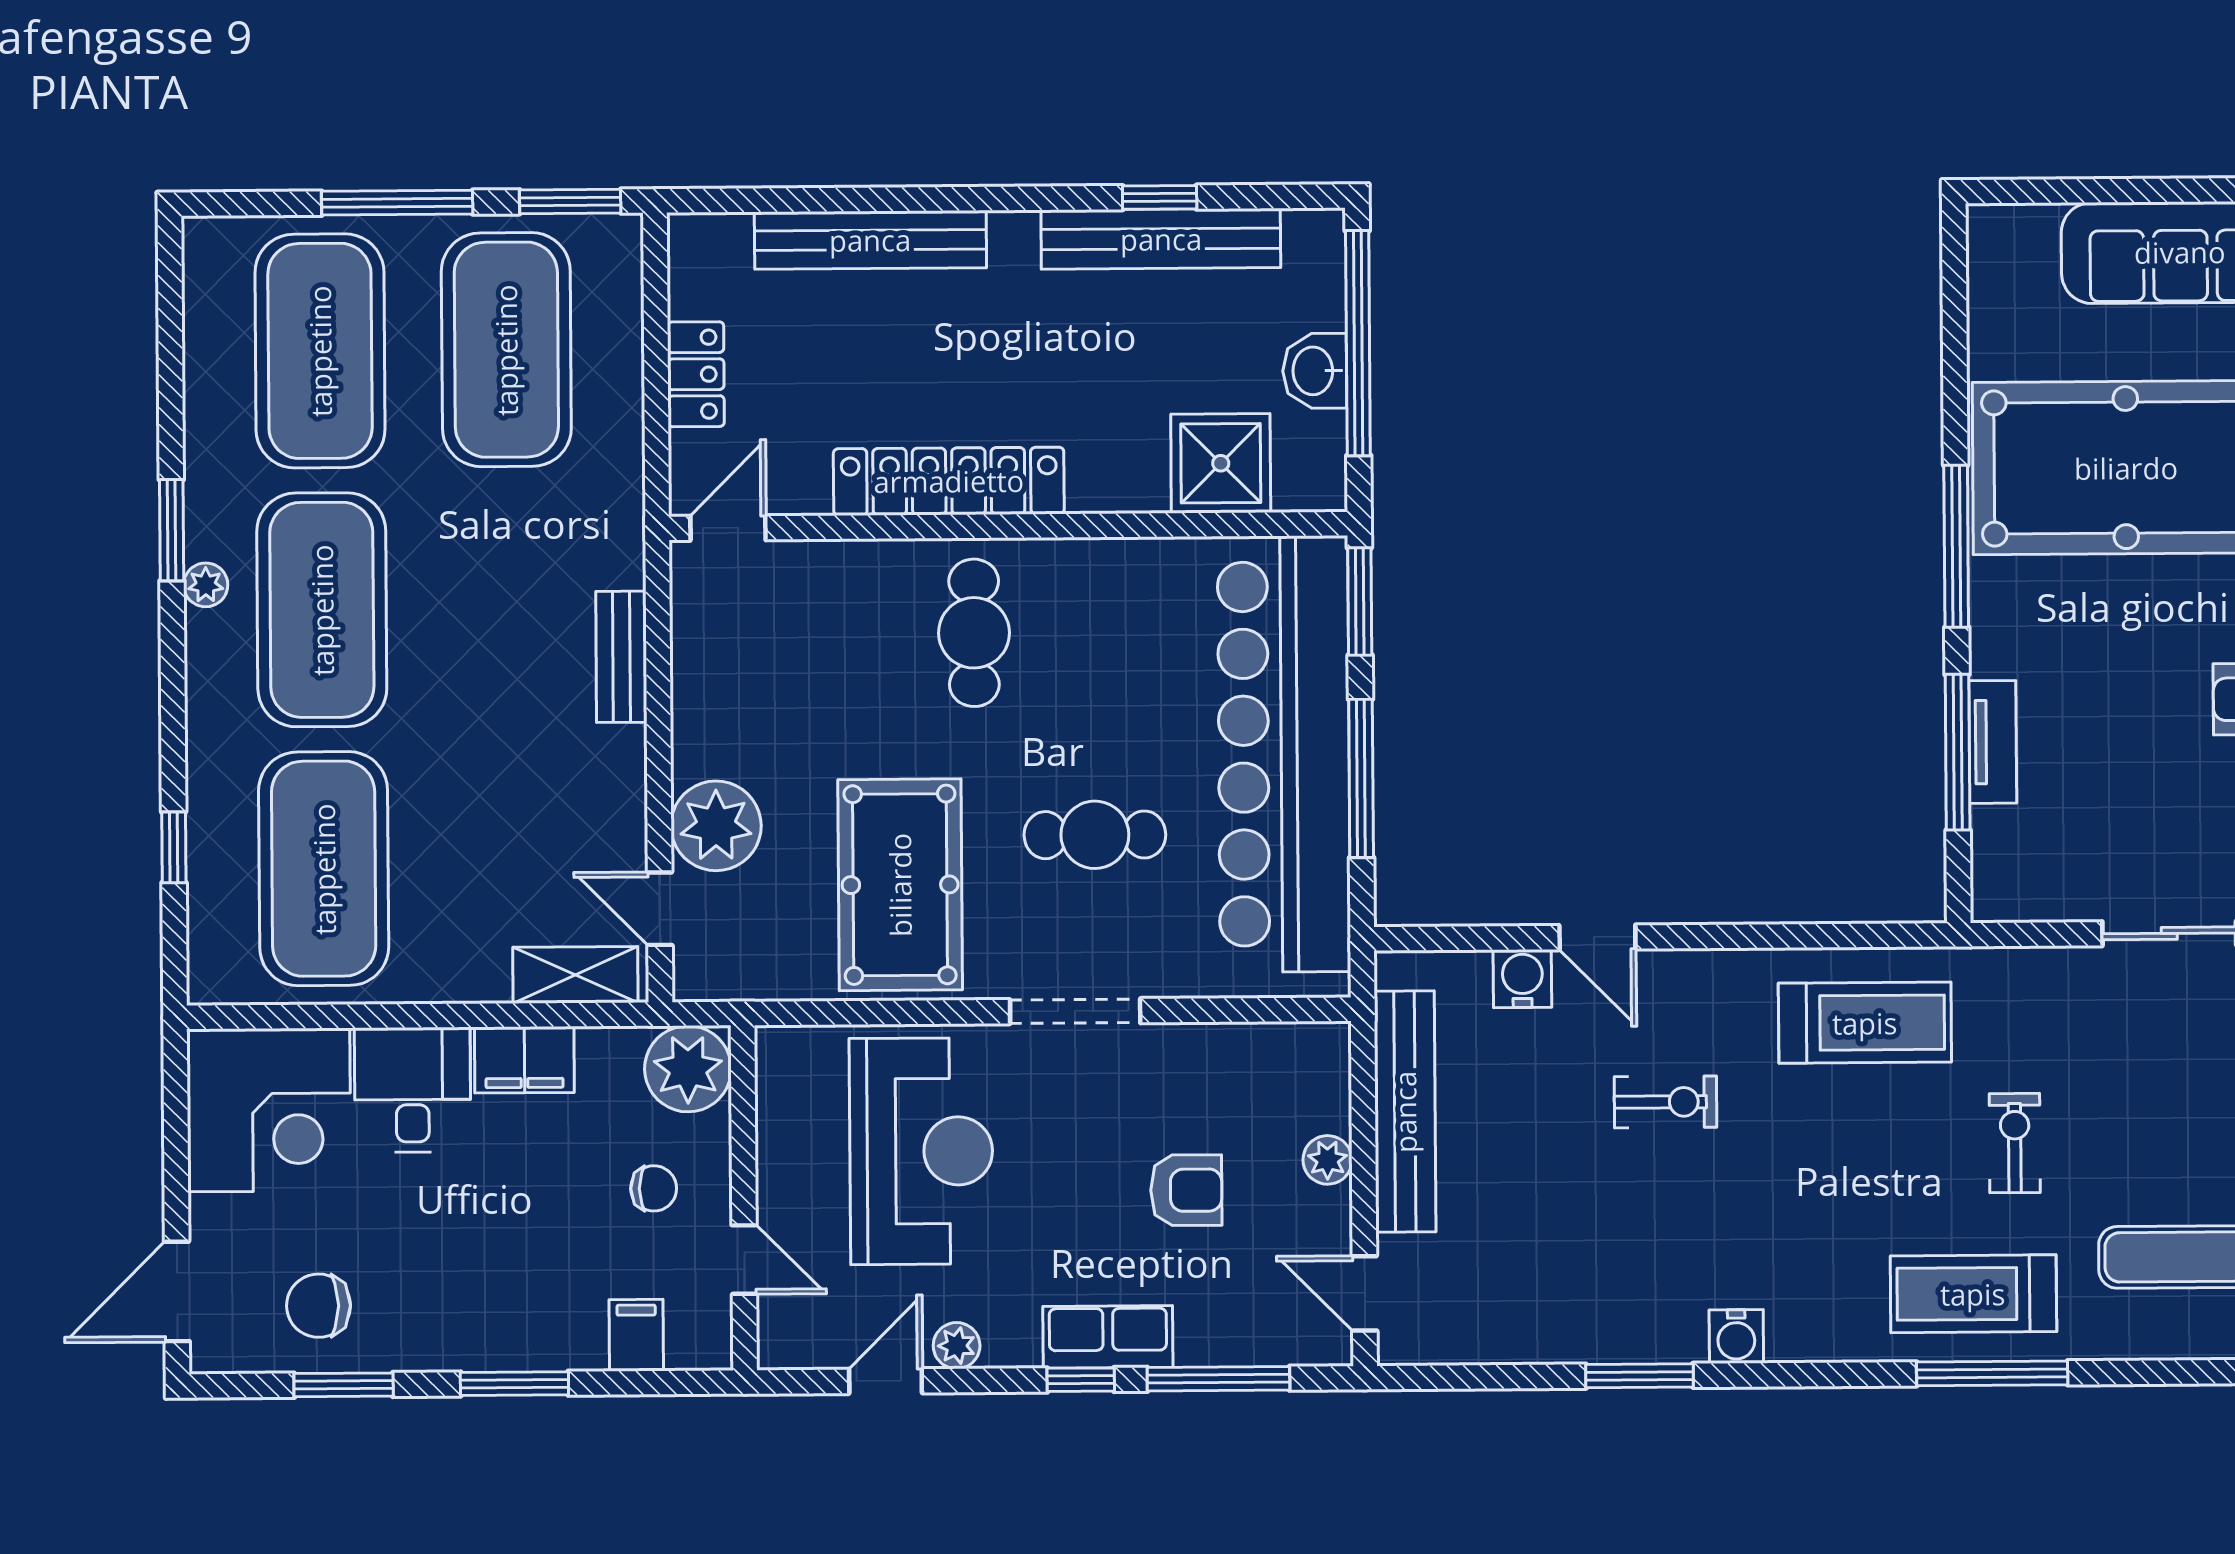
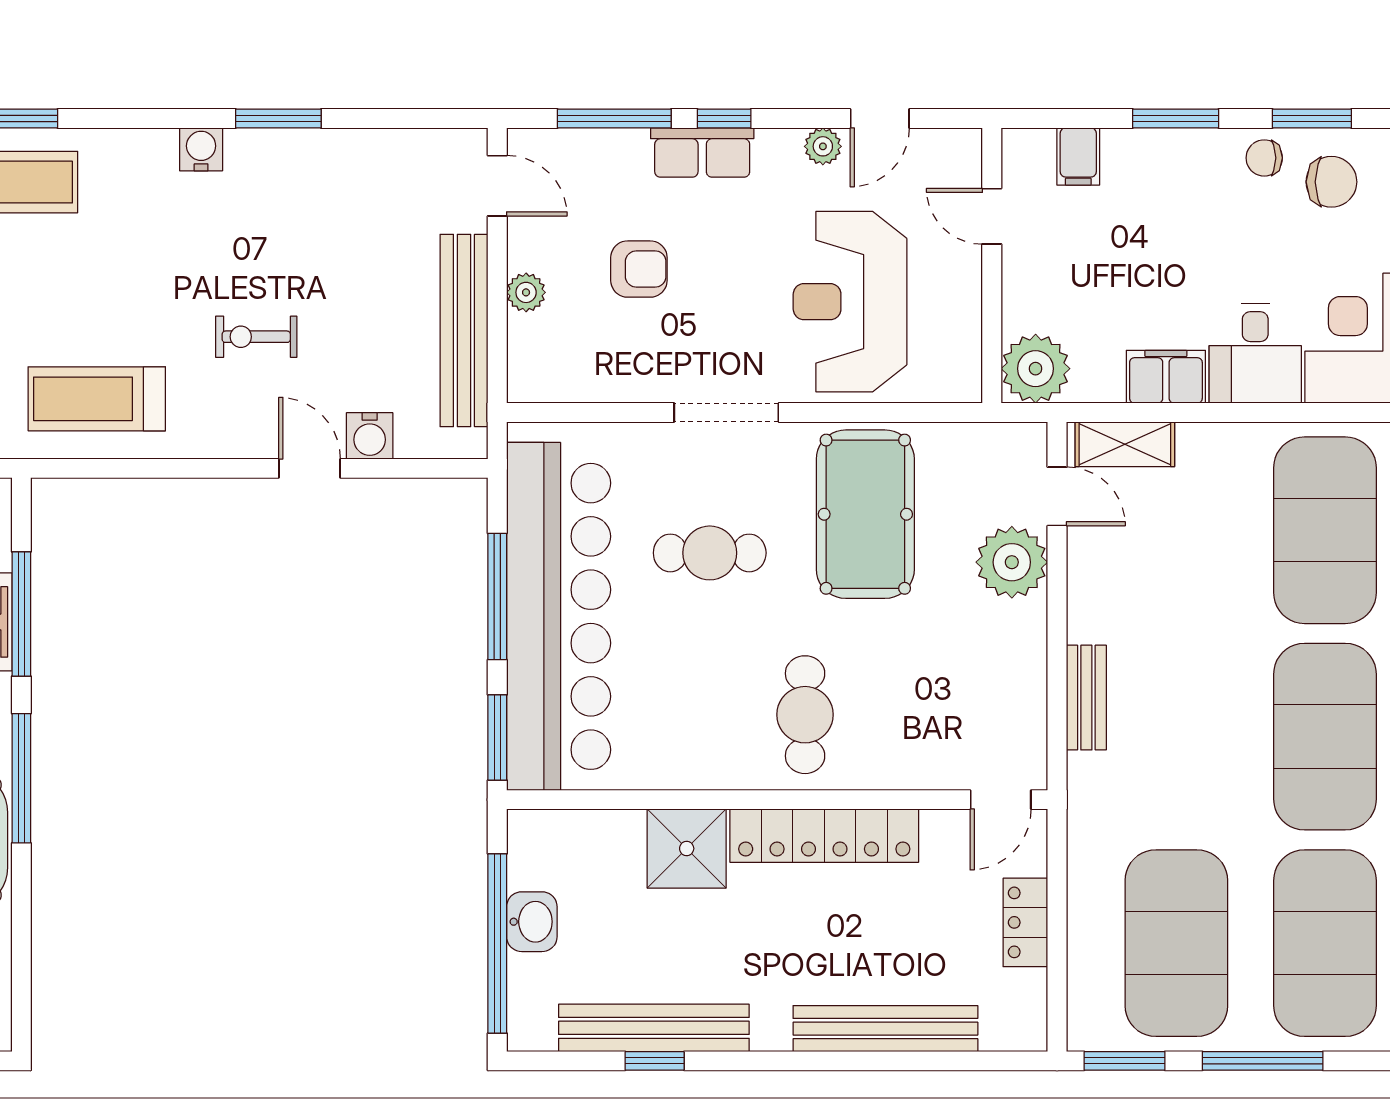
shower: (1221, 463) -> (687, 849), moved
chair: (654, 1188) -> (1264, 158), moved
armchair: (1186, 1190) -> (639, 269), turned 180

